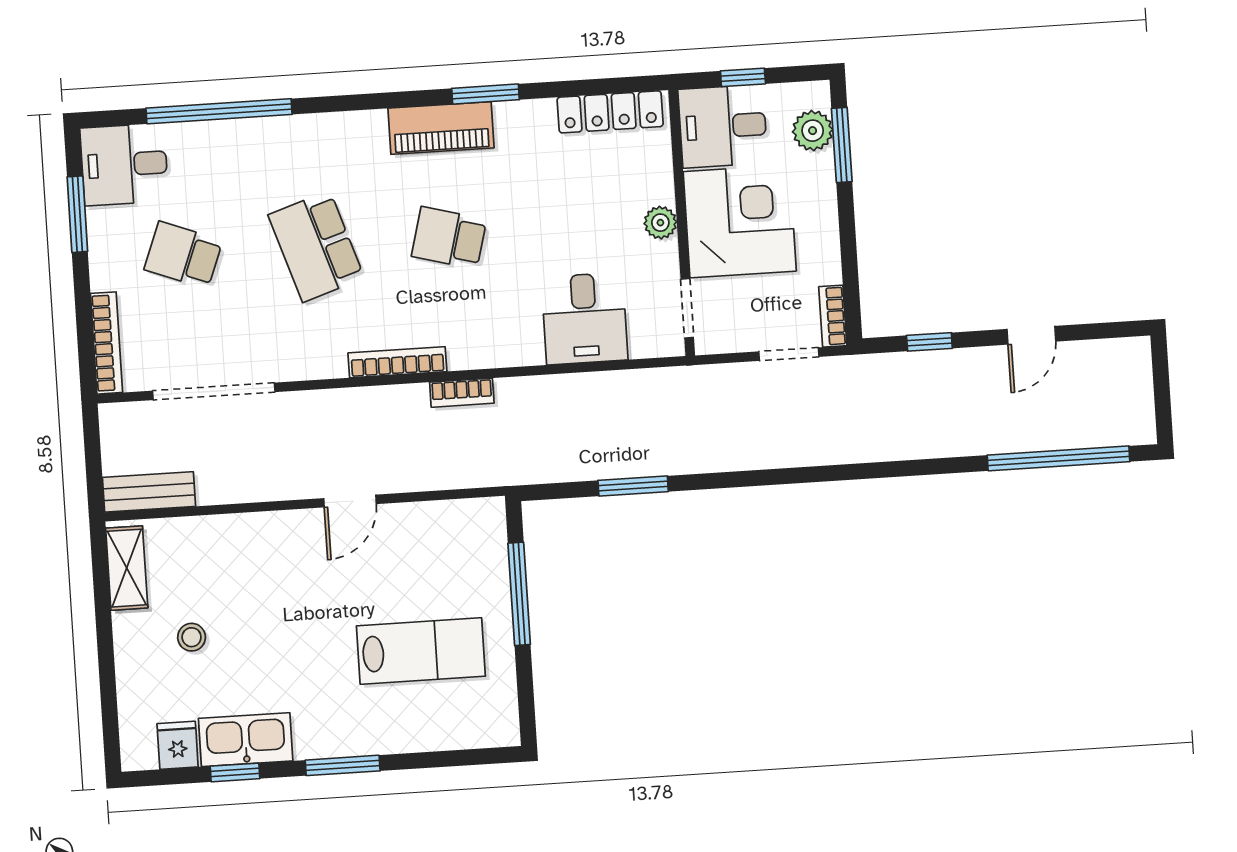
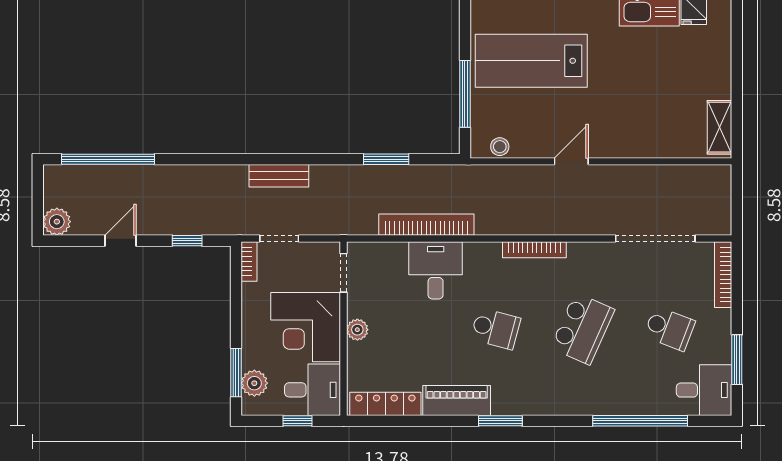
window: (485, 94) -> (500, 421), moved
piano: (441, 128) -> (457, 400), moved
school desk: (316, 246) -> (583, 329), turned 42
desk: (585, 319) -> (436, 270), moved
plant: (1131, 358) -> (57, 222), added
bookcase: (462, 393) -> (426, 225), moved, width x2.31, depth x1.31
bench: (149, 492) -> (279, 176), moved
stool: (192, 637) -> (500, 147), moved
lab bench: (421, 651) -> (531, 61), width x1.36, depth x1.39

